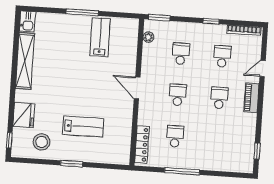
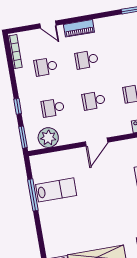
window: (82, 12) -> (33, 195), moved
window: (211, 21) -> (18, 106), moved
lab bench: (100, 37) -> (56, 190), turned 180
plant: (148, 37) -> (48, 138), width x1.88, depth x1.88

